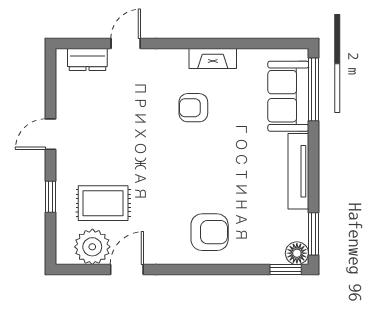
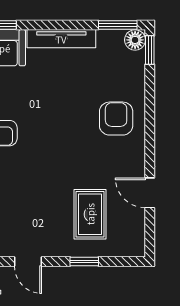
plant: (92, 247) -> (129, 224), removed

